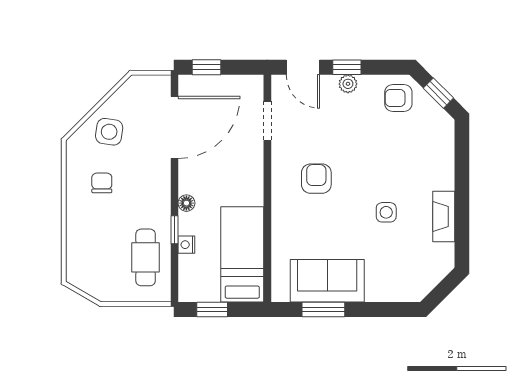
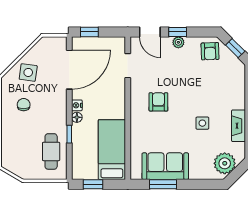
armchair: (398, 98) -> (210, 51), turned -92
nightstand: (186, 245) -> (77, 105), moved
plant: (422, 276) -> (225, 163), added

